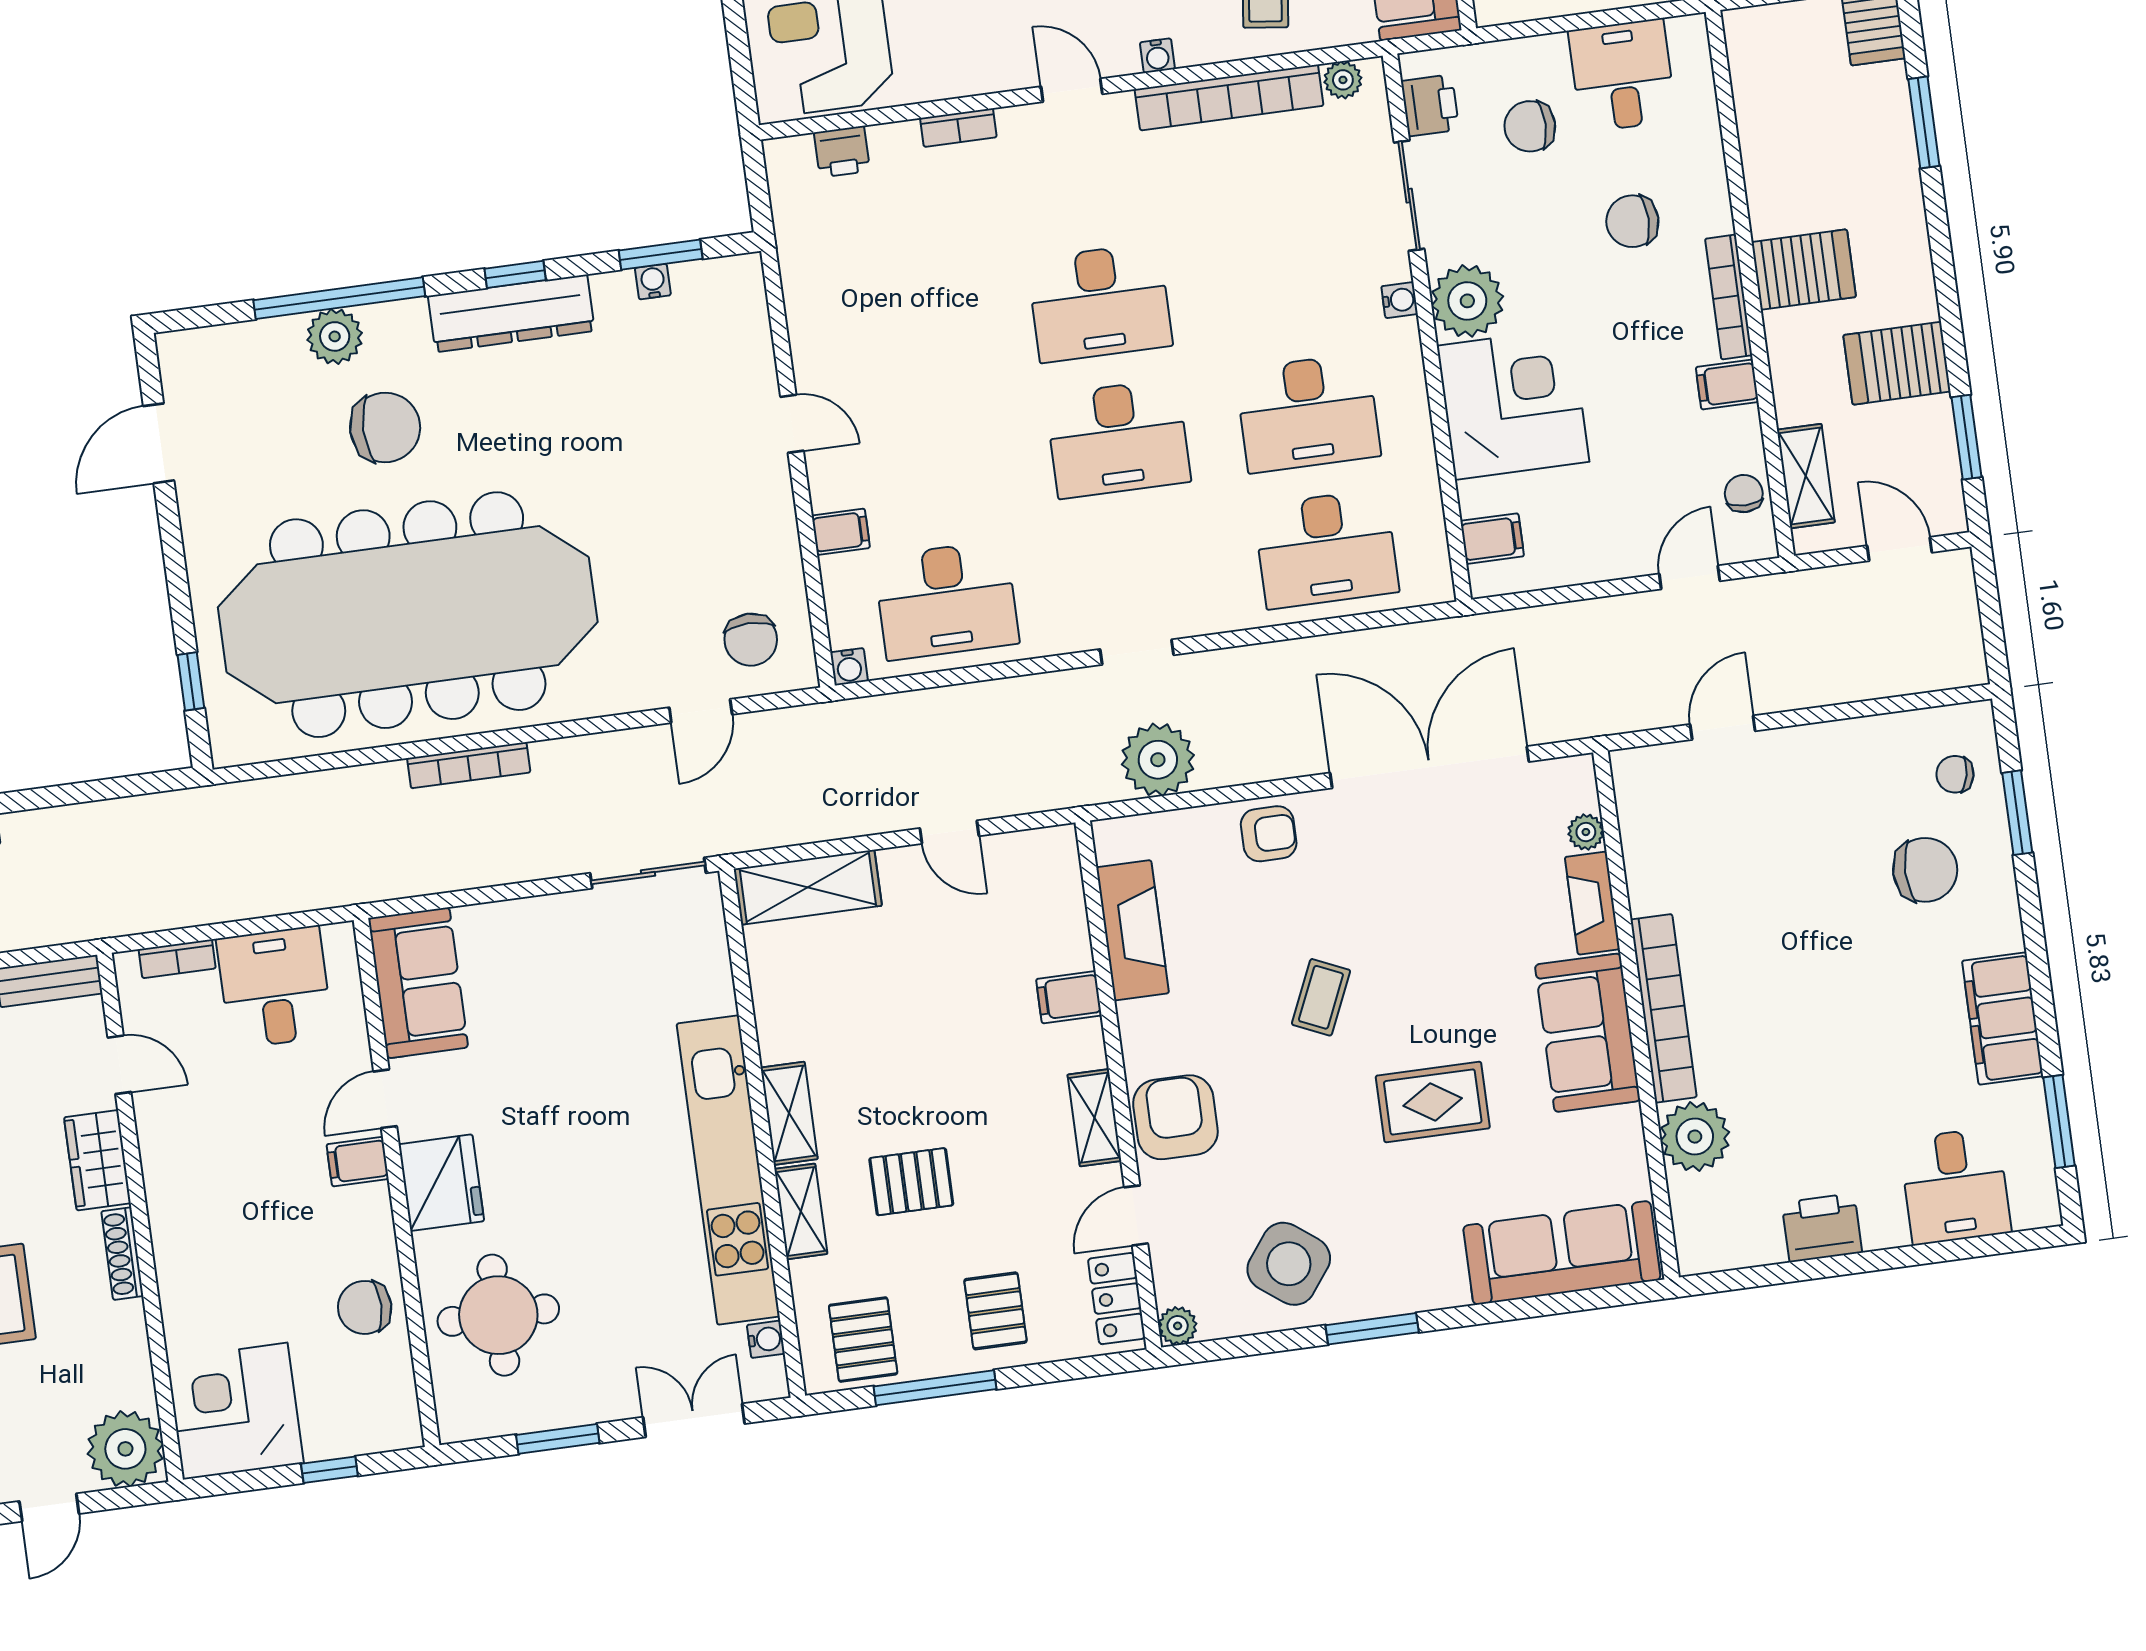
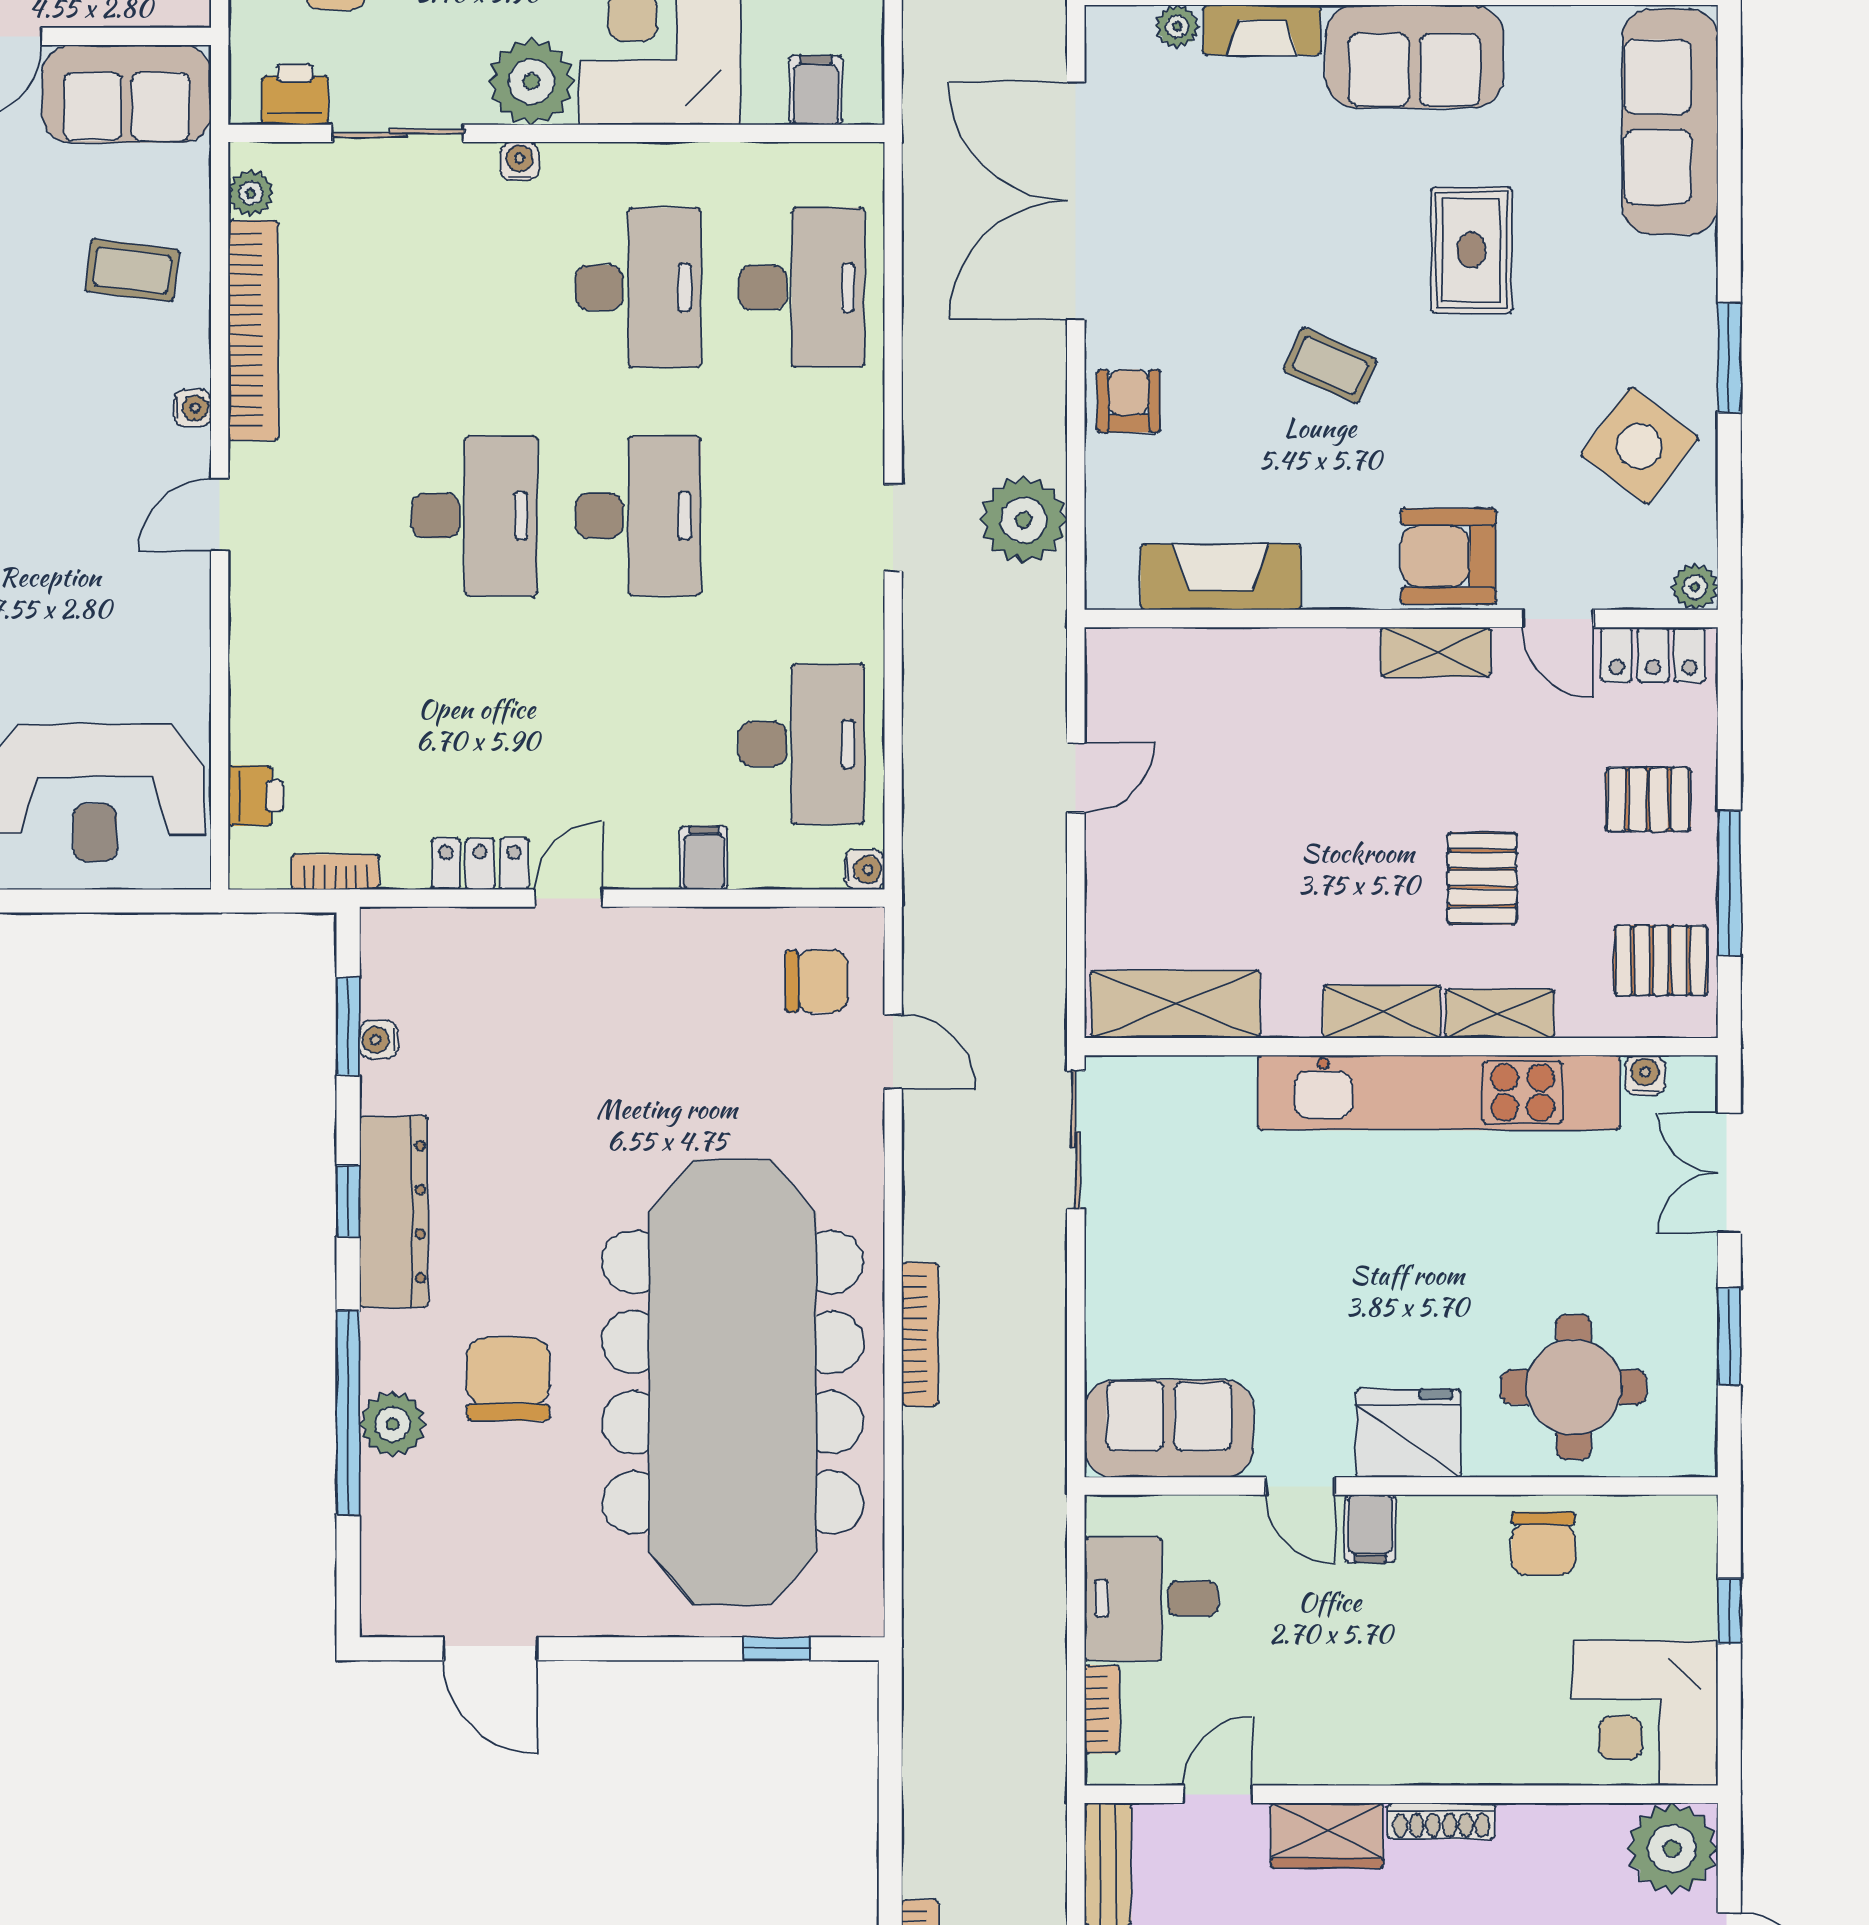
bookcase: (958, 128) -> (335, 872), moved, turned -90
locker: (811, 346) -> (480, 864), added
shelving: (808, 887) -> (1176, 1004), moved, turned 90
filing cabinet: (1069, 997) -> (1290, 663), removed

